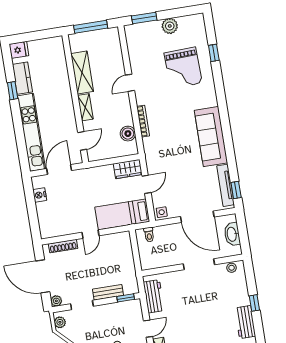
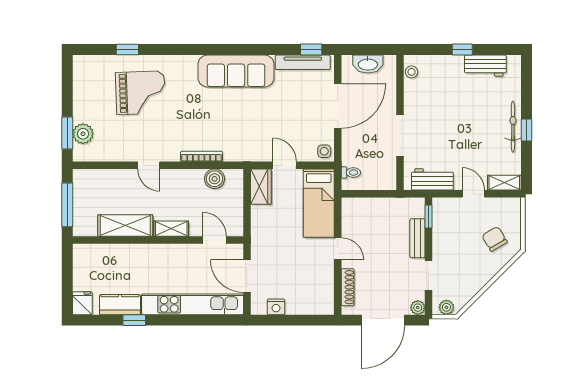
plant: (170, 26) -> (83, 134), moved
doorway: (199, 264) -> (400, 136), moved

